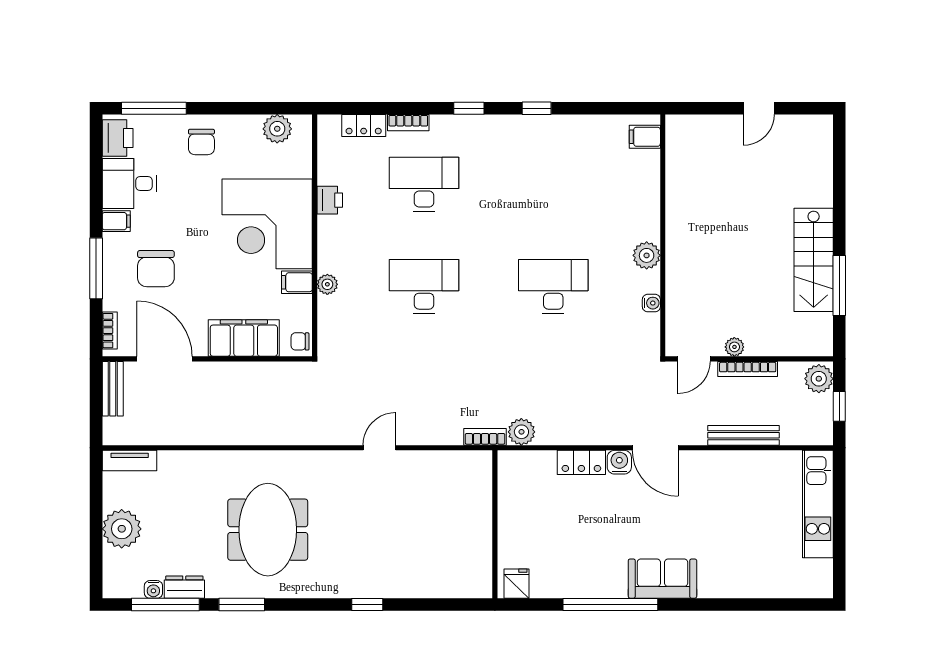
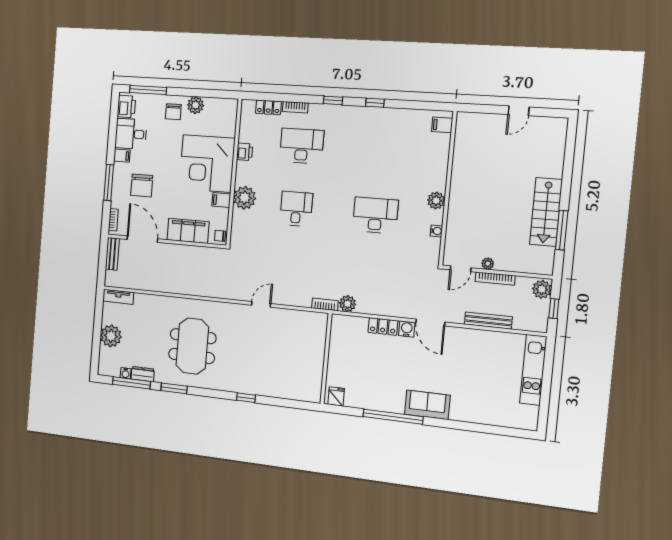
plant: (277, 129) -> (195, 105), moved
plant: (327, 284) -> (245, 198), width x1.88, depth x1.88
desk: (424, 286) -> (296, 209), width x0.73

